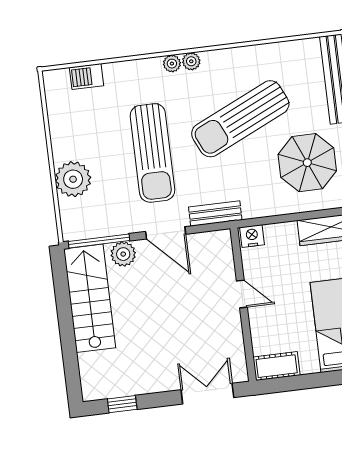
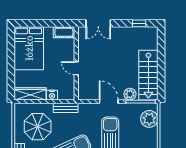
plant: (73, 179) -> (149, 119), moved
bench: (215, 213) -> (66, 108), moved
nightstand: (252, 236) -> (52, 95), moved

